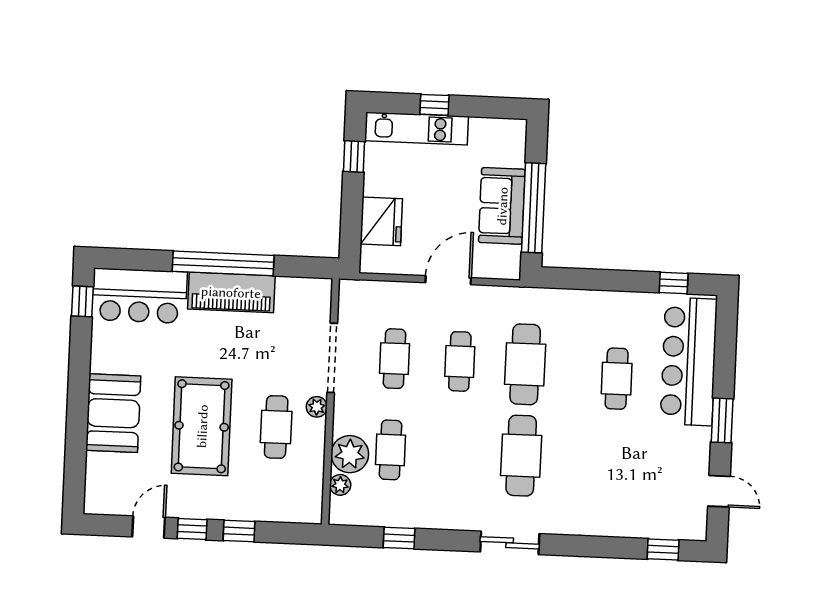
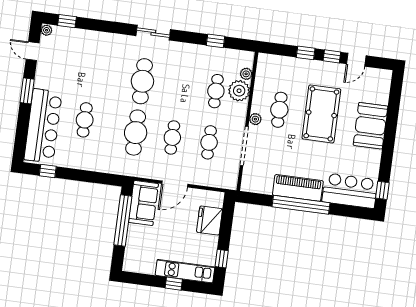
sofa: (502, 206) -> (143, 203), moved
plant: (698, 530) -> (46, 30), added

